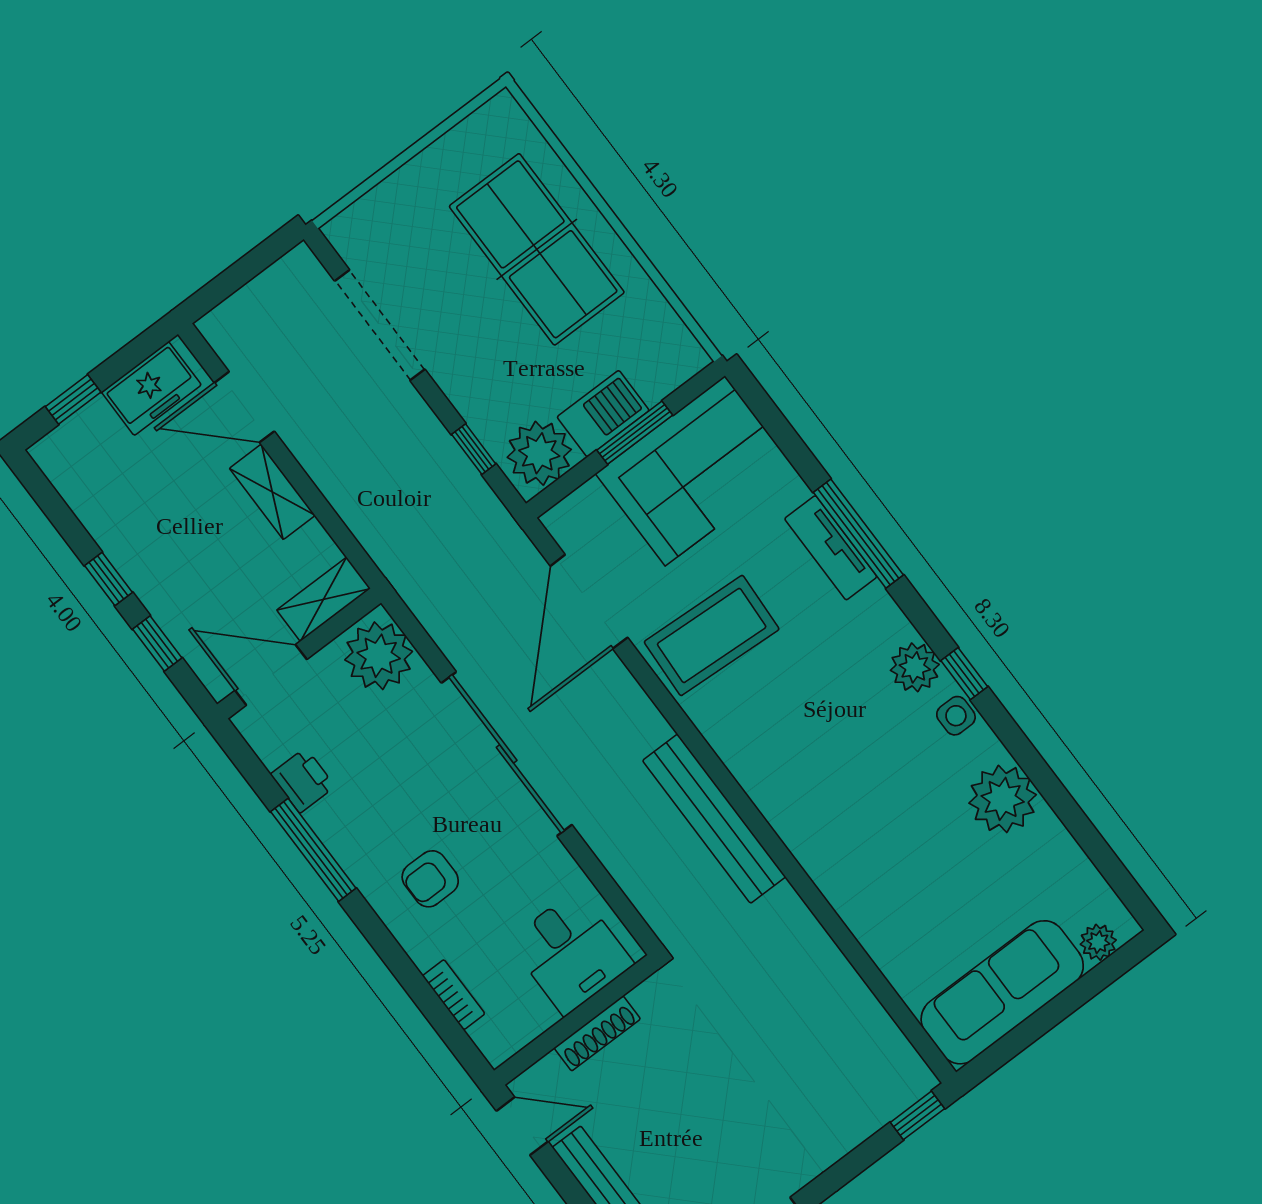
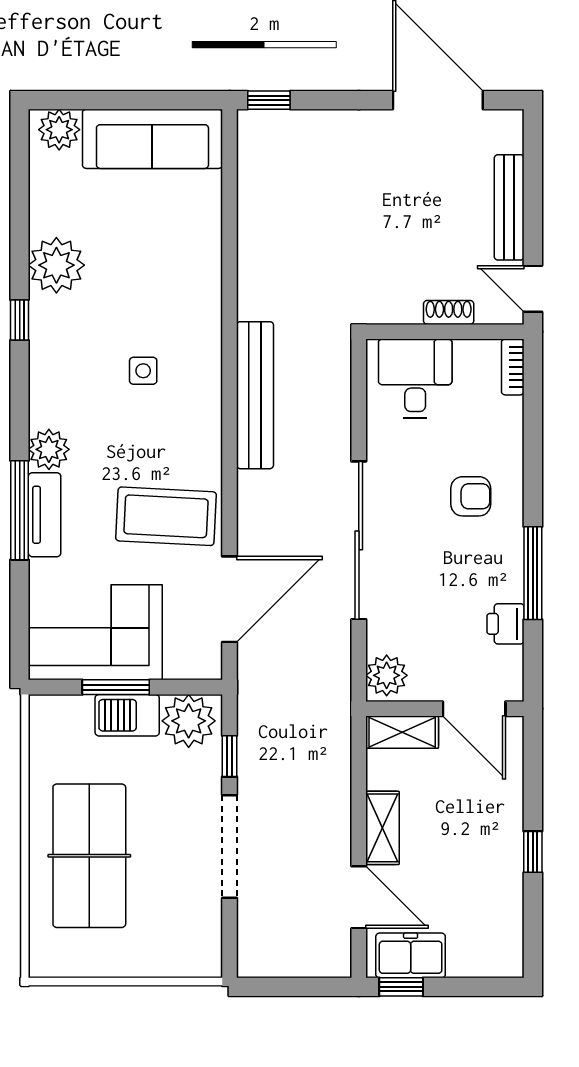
doorway: (380, 325) -> (230, 846), moved
window: (73, 399) -> (401, 987), moved
window: (157, 644) -> (533, 786), removed
plant: (379, 656) -> (387, 675), width x0.73, depth x0.73
plant: (915, 667) -> (49, 449), moved
window: (964, 674) -> (20, 320), moved
side table: (956, 716) -> (143, 371), moved
plant: (1098, 942) -> (59, 130), width x1.38, depth x1.38
bookcase: (454, 995) -> (513, 367), moved
shoe rack: (597, 1033) -> (449, 312), width x0.70

